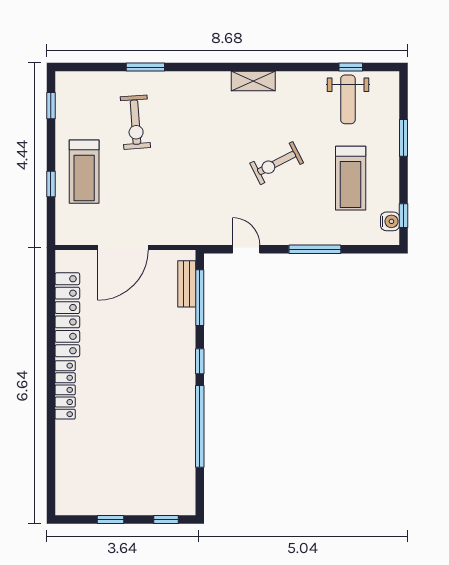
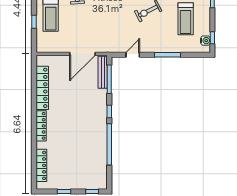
door: (123, 248) -> (82, 54), moved
door: (246, 249) -> (133, 55), hinge flipped
bench: (187, 284) -> (103, 72), width x1.36
locker: (66, 468) -> (41, 165), added

